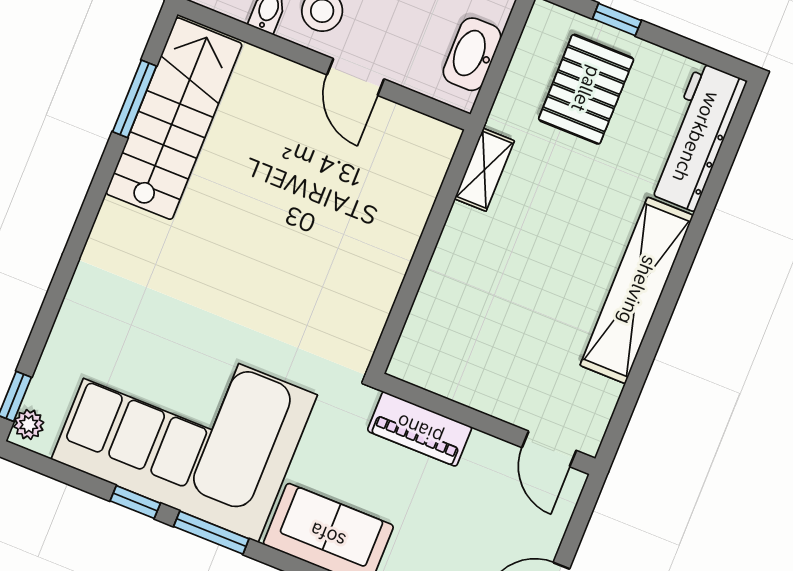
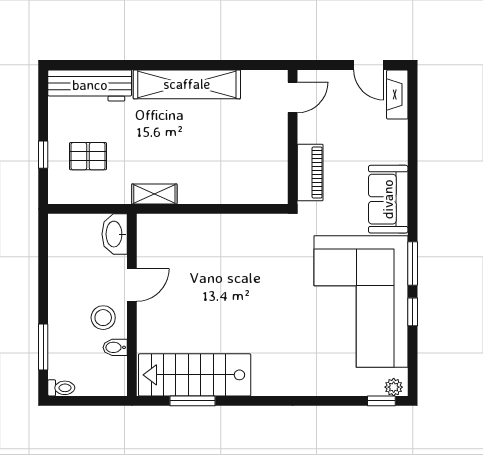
washbasin: (472, 54) -> (115, 234), moved, turned 90
pallet: (586, 89) -> (88, 156), width x0.67, depth x0.71

